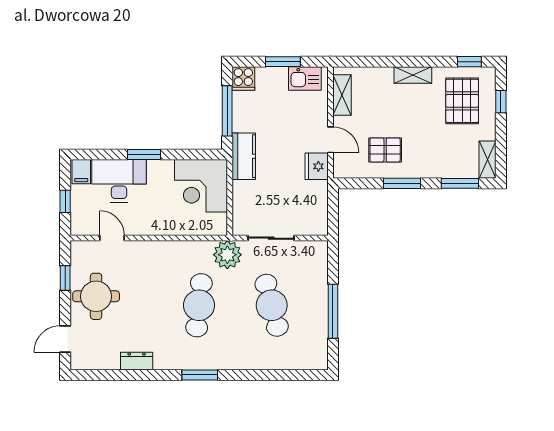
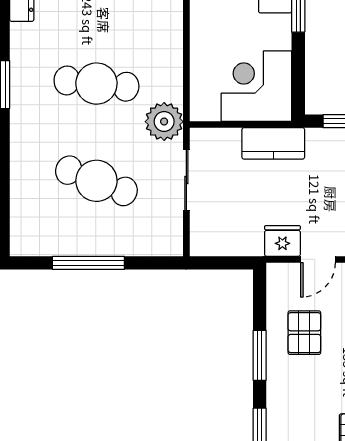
kitchen counter: (244, 156) -> (273, 143), moved
cafe table: (272, 305) -> (96, 181), turned 36

